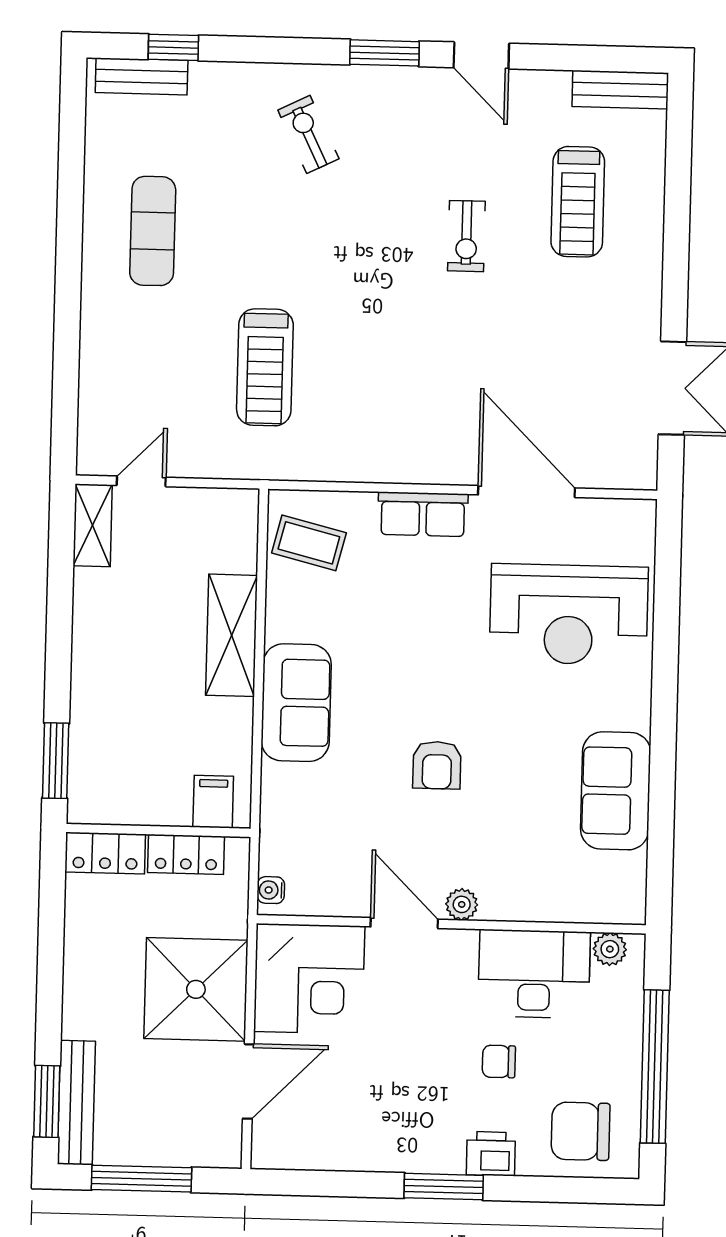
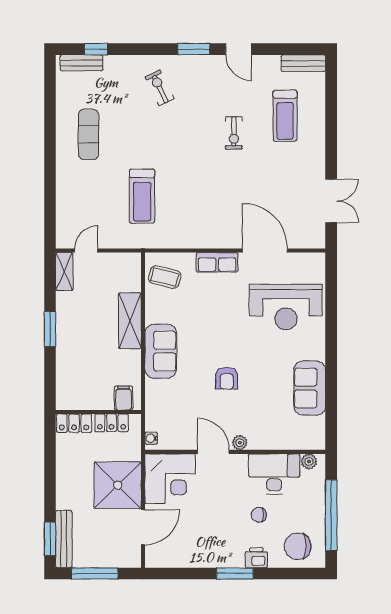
window: (56, 761) -> (50, 329), moved

